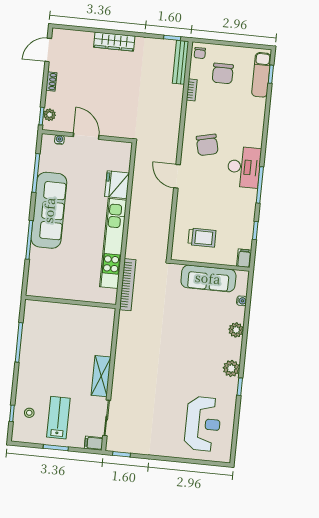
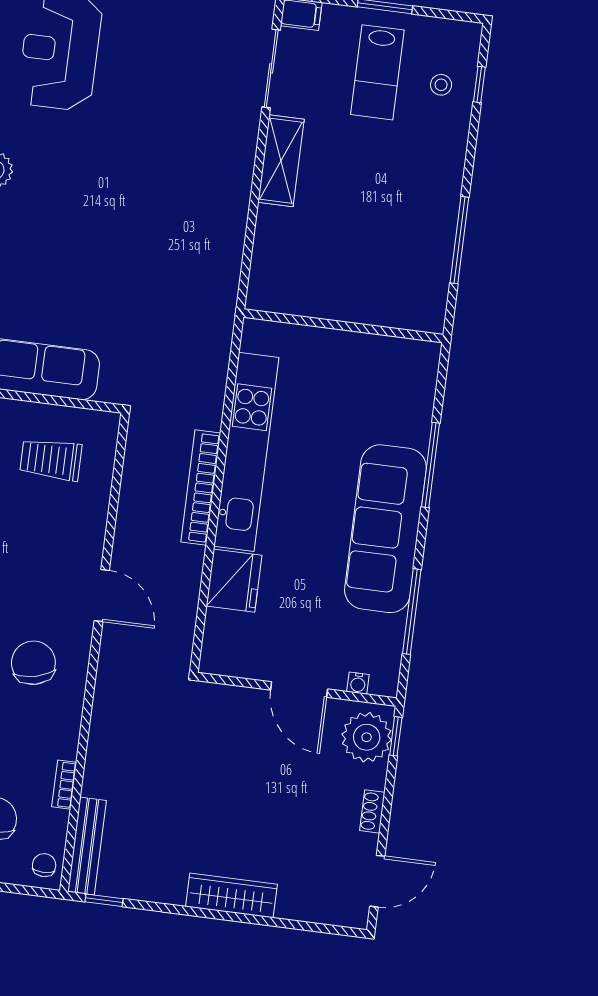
plant: (50, 115) -> (367, 737), width x1.87, depth x1.87
bookcase: (128, 285) -> (201, 488), moved

